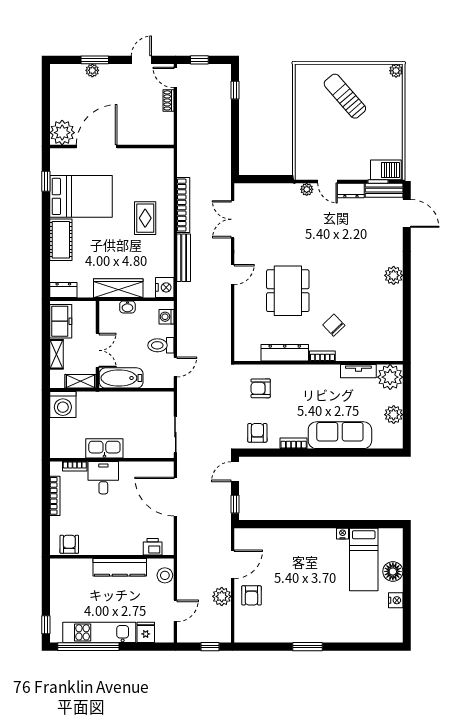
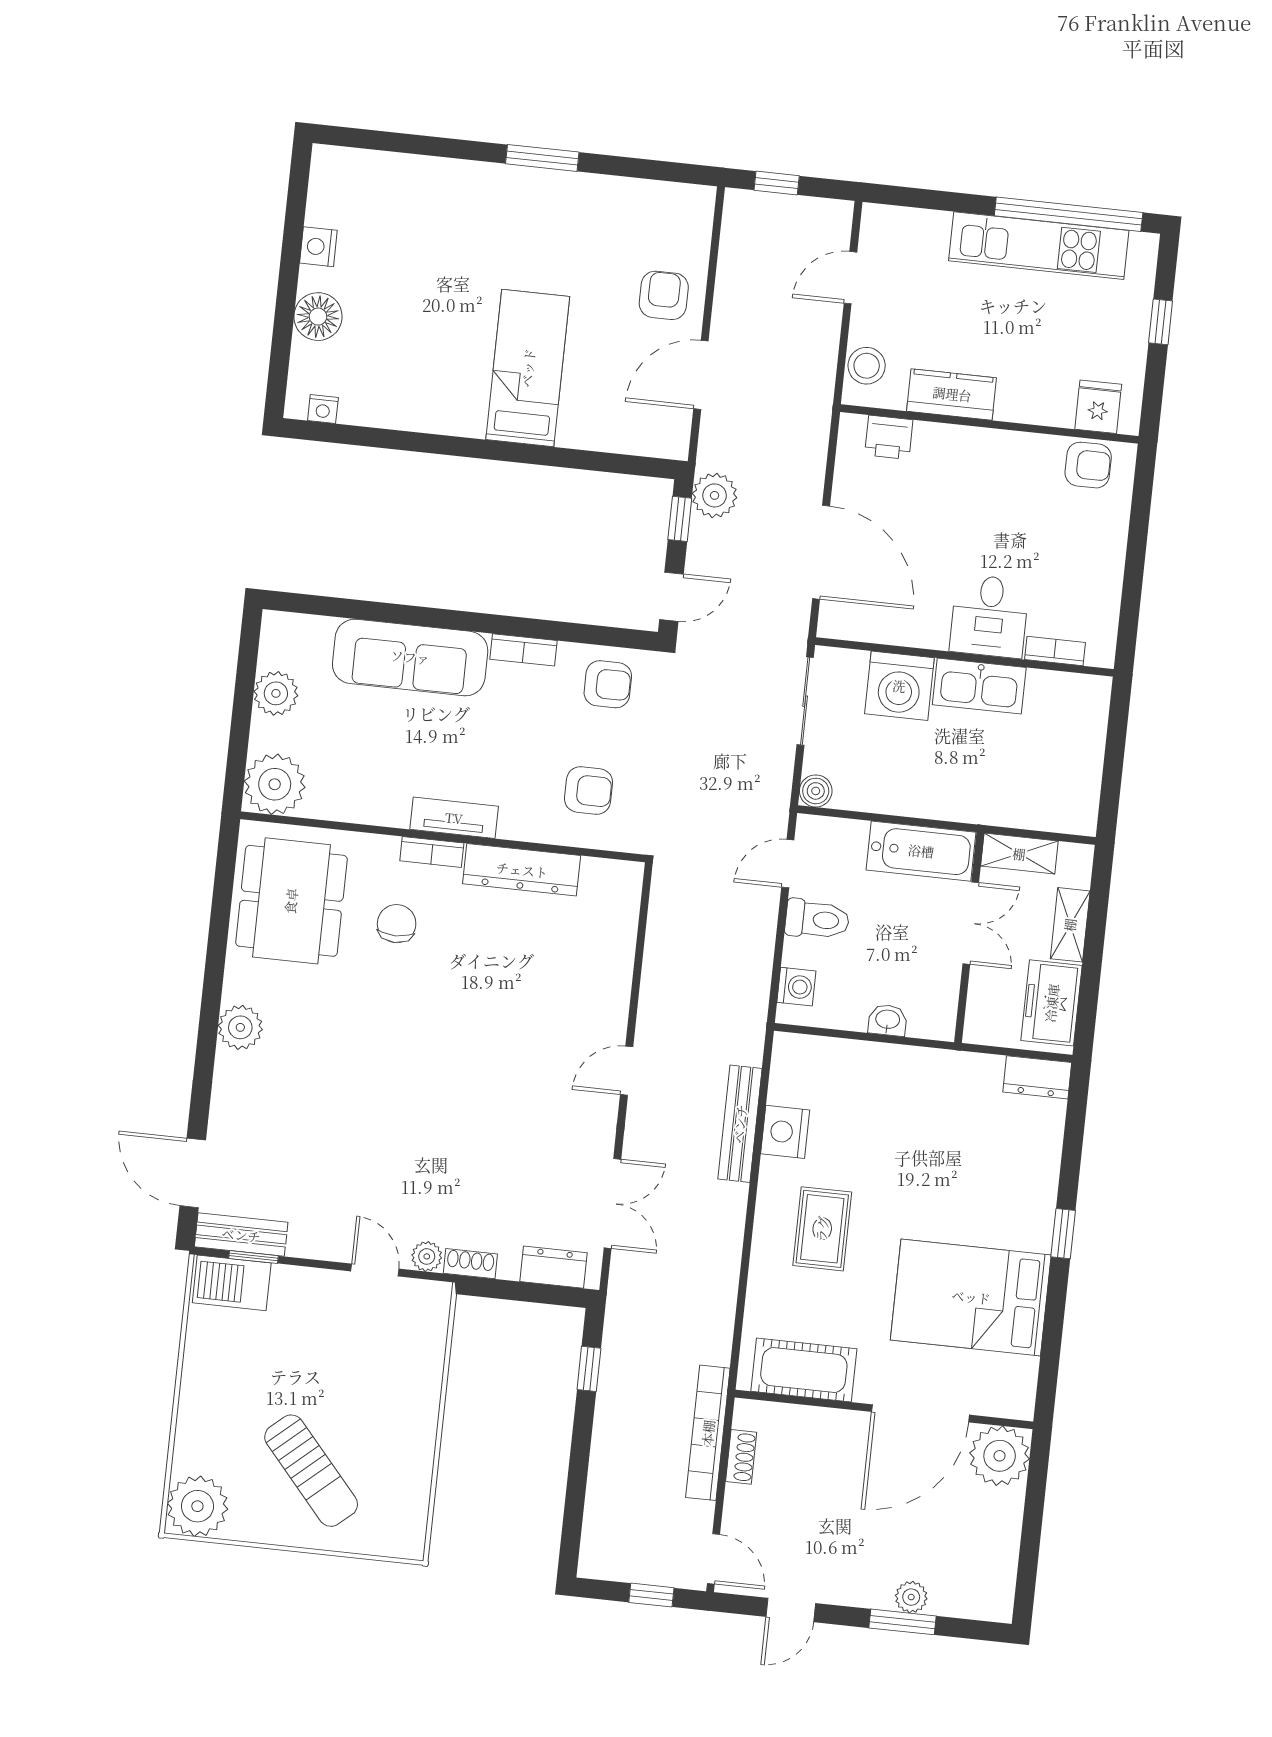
plant: (396, 71) -> (197, 1506), width x1.88, depth x1.88
window: (235, 90) -> (589, 1369), moved
shoe rack: (168, 100) -> (741, 1457), moved
window: (46, 181) -> (1063, 1234), moved
shoe rack: (288, 188) -> (470, 1264), added
dresser: (351, 191) -> (554, 1267), moved
bookcase: (183, 205) -> (708, 1433), moved
cot: (61, 240) -> (804, 1370), moved, turned 90
nightstand: (165, 287) -> (785, 1132), moved
wardrobe: (118, 288) -> (905, 1068), removed
dining table: (288, 291) -> (291, 901), moved
chair: (334, 325) -> (397, 924), turned -136
double door: (97, 350) -> (971, 923), swing flipped
tv unit: (358, 371) -> (454, 818), moved
boiler: (167, 398) -> (816, 791), added
washing machine: (63, 405) -> (899, 686), moved, turned 180
armchair: (257, 433) -> (608, 684), turned -90
bookcase: (55, 496) -> (1110, 585), removed
nightstand: (343, 534) -> (323, 409), moved
armchair: (69, 544) -> (1088, 465), turned -90
bed: (364, 560) -> (528, 368), moved
kitchen counter: (120, 567) -> (952, 394), width x0.67
plant: (222, 596) -> (715, 495), moved
window: (46, 625) -> (1161, 322), moved
fridge: (146, 632) -> (1098, 407), moved, turned 180

